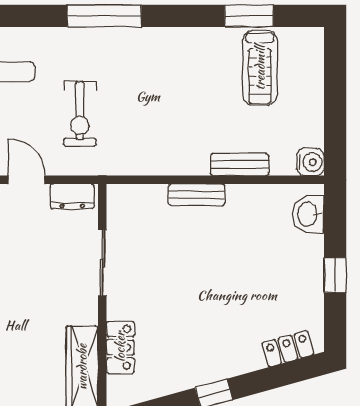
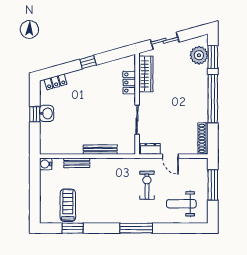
bench: (197, 195) -> (100, 150), width x1.36
washbasin: (308, 214) -> (47, 113), moved

